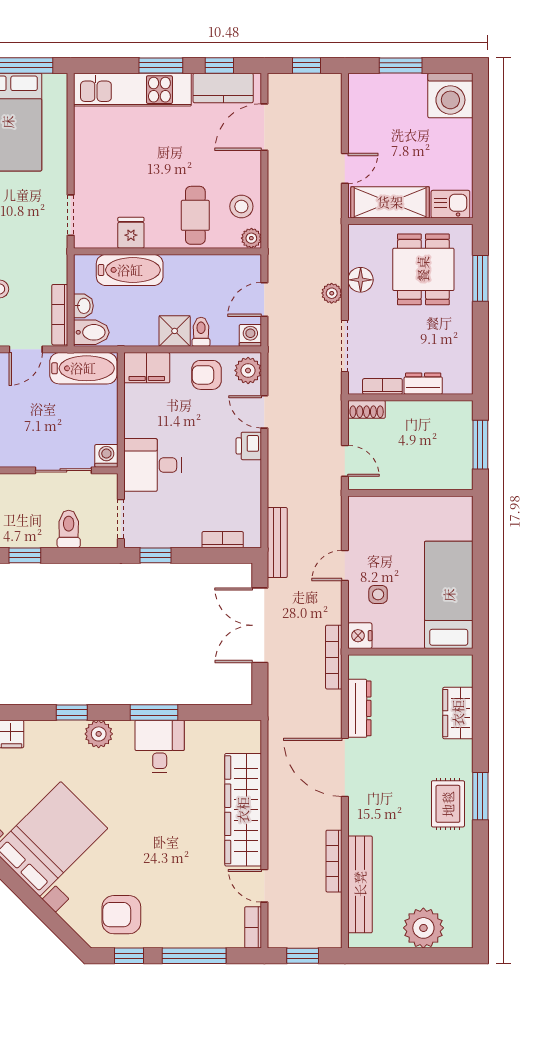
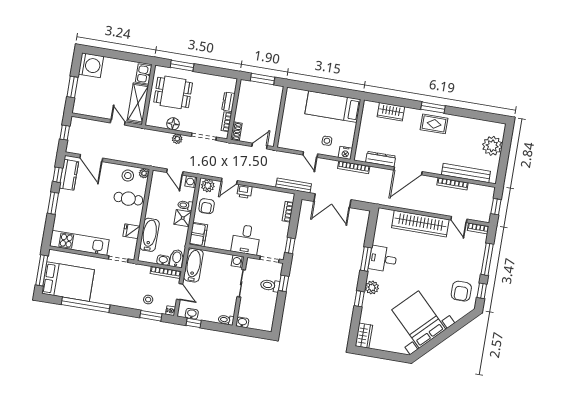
kitchen unit: (132, 90) -> (79, 243), moved, turned -90
window: (25, 555) -> (284, 283), moved
door: (264, 886) -> (459, 219), hinge flipped

